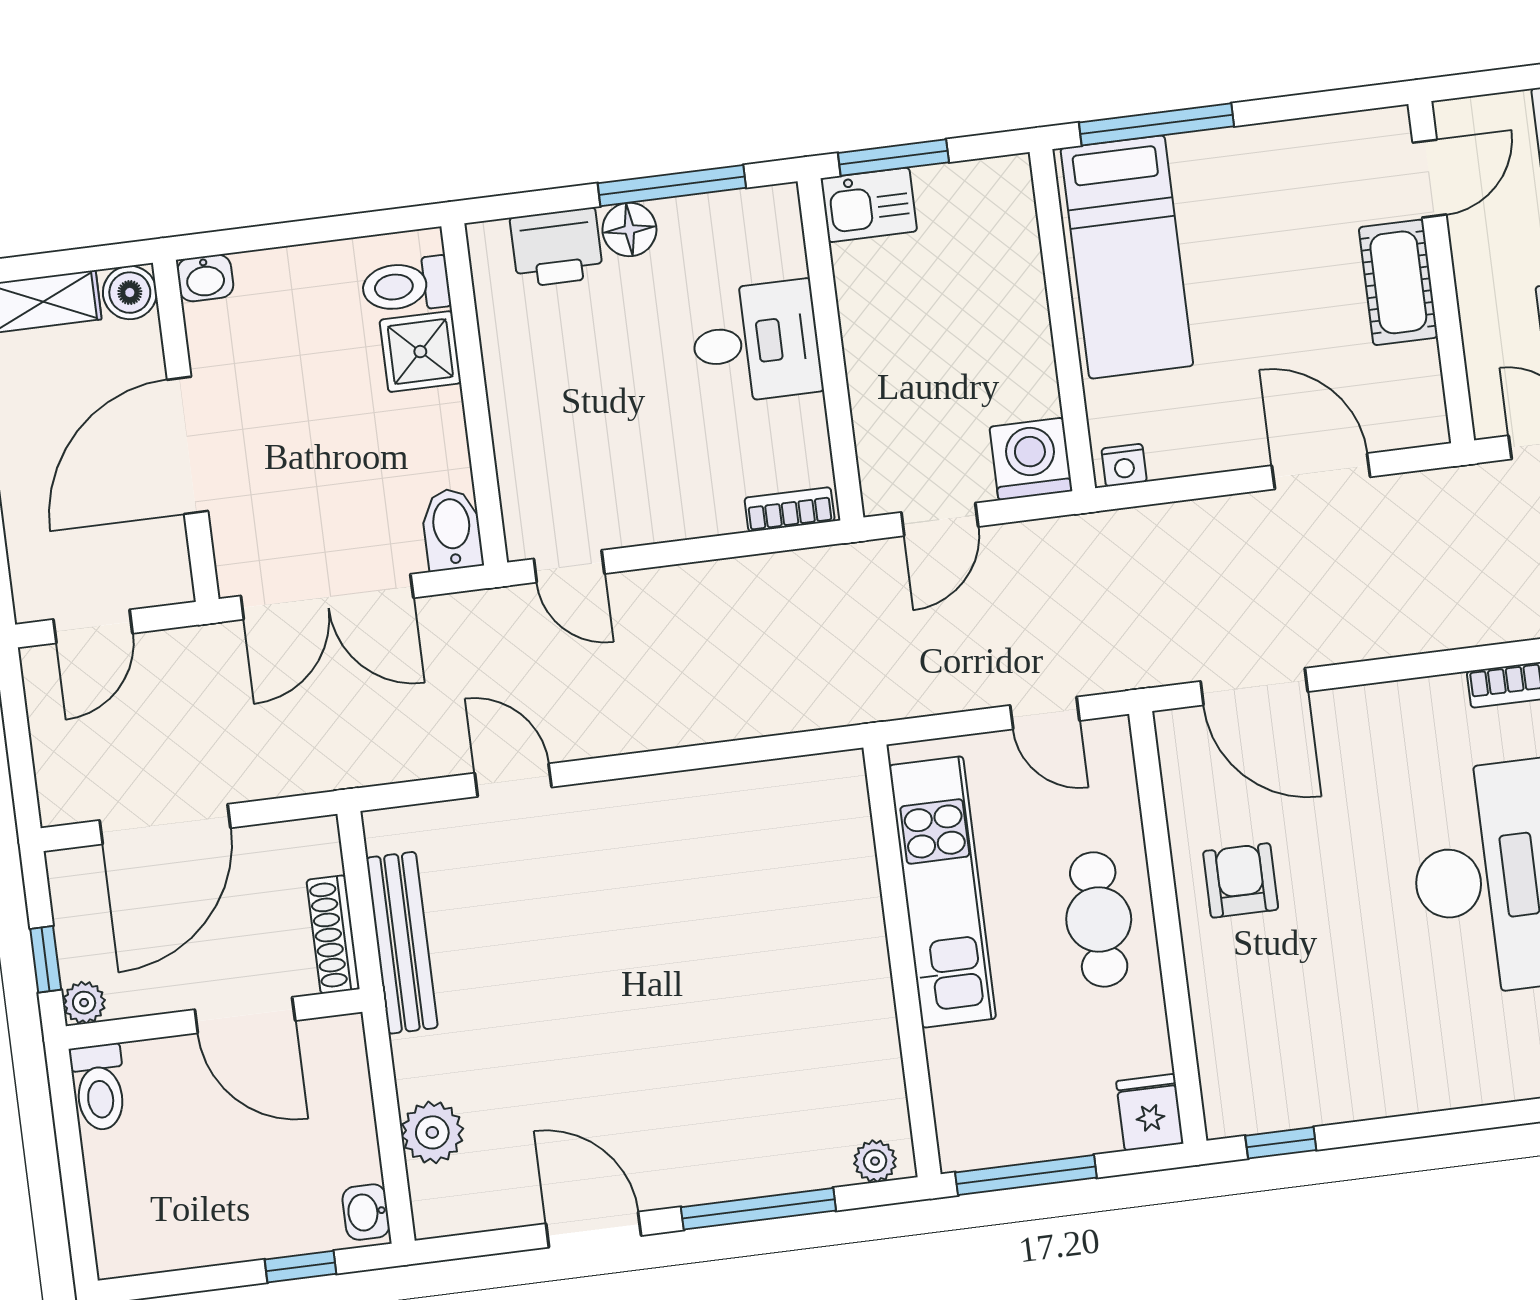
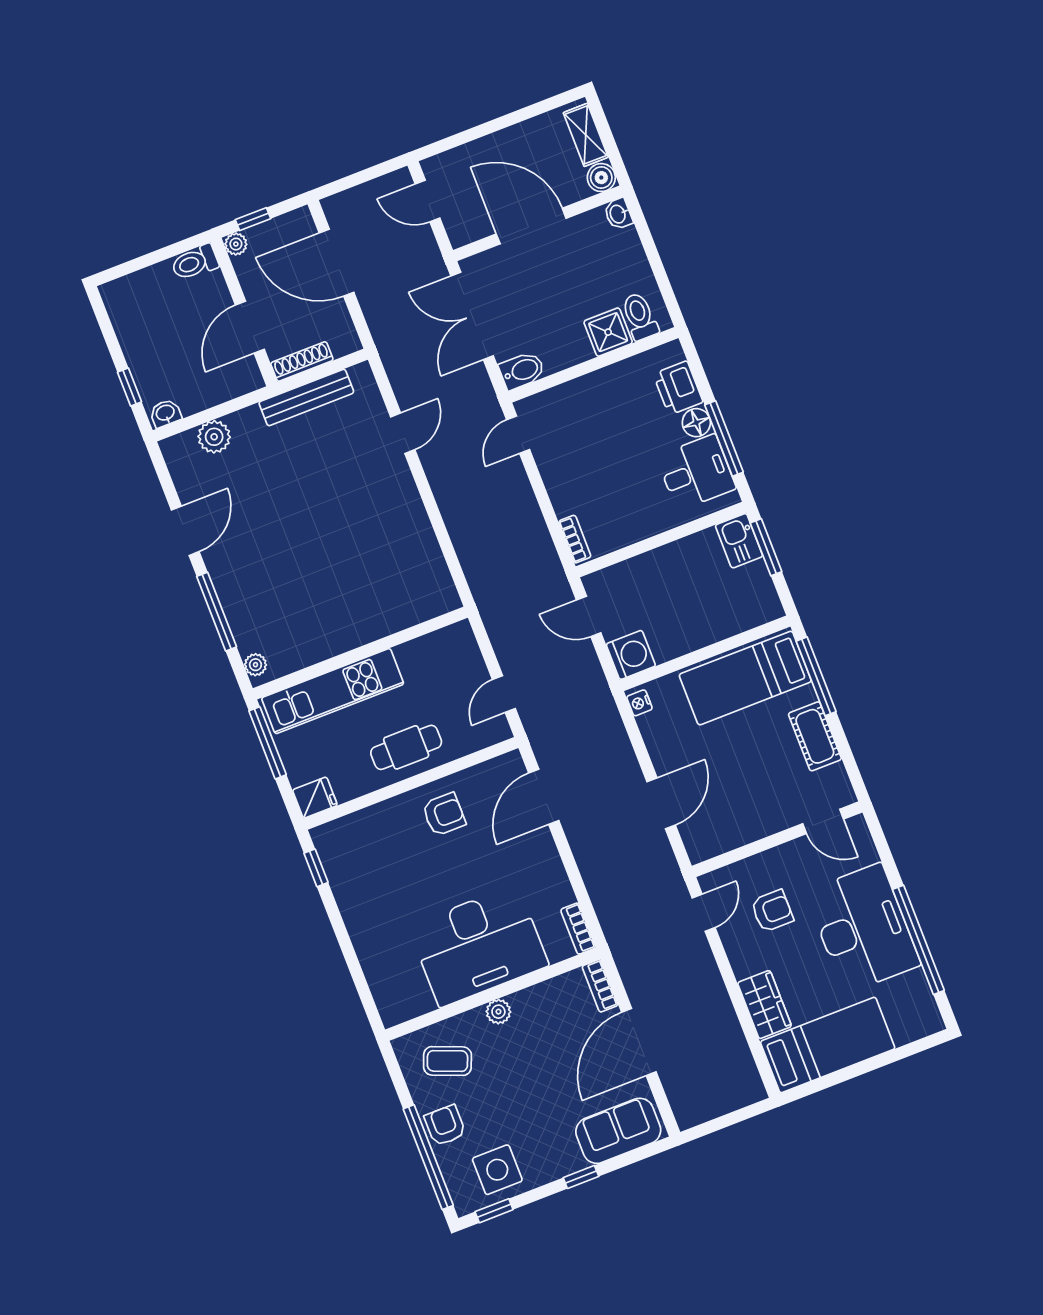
cot: (1398, 282) -> (815, 736), moved, turned 90
desk: (756, 342) -> (696, 472), moved, turned -90
kitchen unit: (942, 892) -> (333, 691), moved

